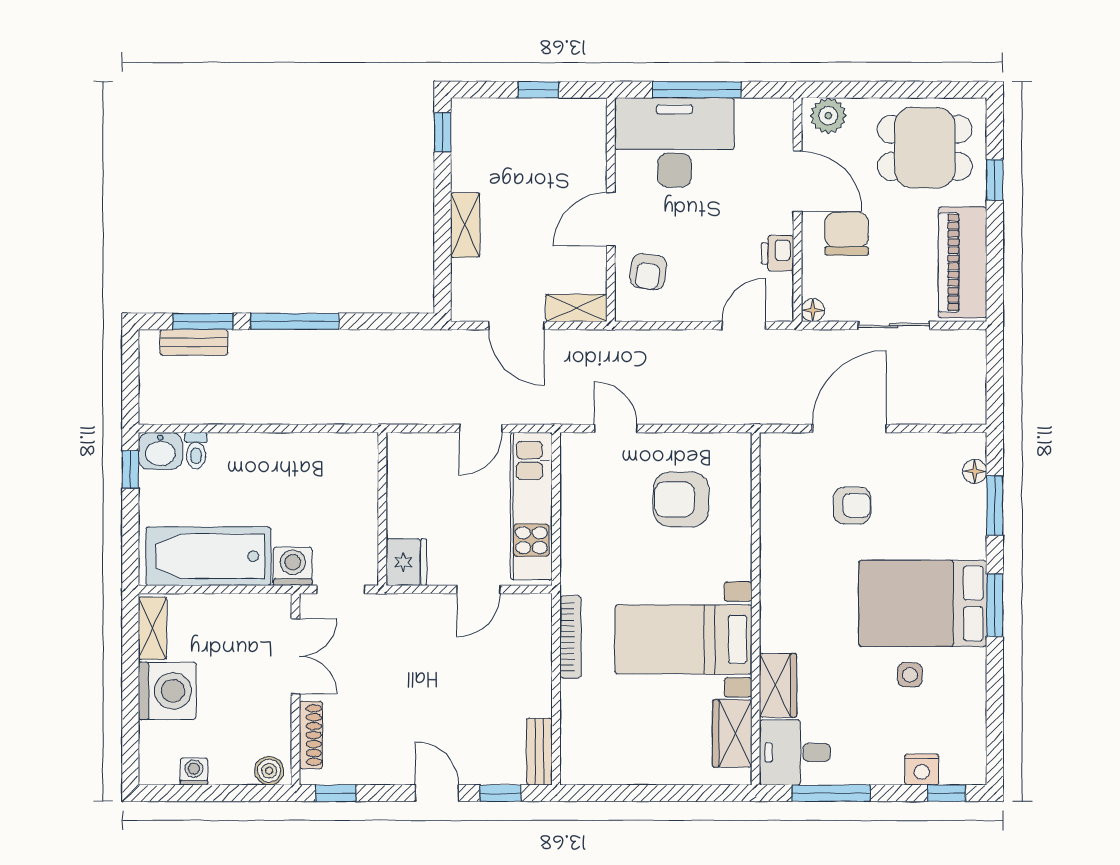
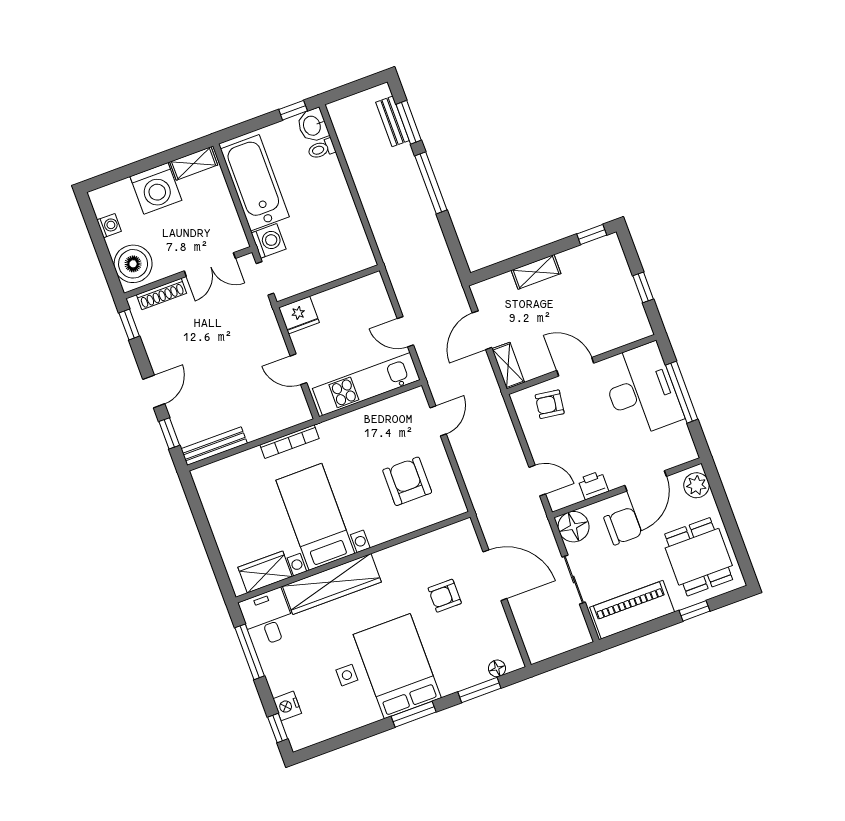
floor lamp: (813, 310) -> (574, 527), width x1.89, depth x1.89
armchair: (852, 506) -> (445, 596), turned 90
wardrobe: (778, 685) -> (332, 584), width x2.10, depth x1.17
bench: (539, 752) -> (214, 446), width x1.36
boiler: (269, 771) -> (133, 264), width x1.86, depth x1.86

